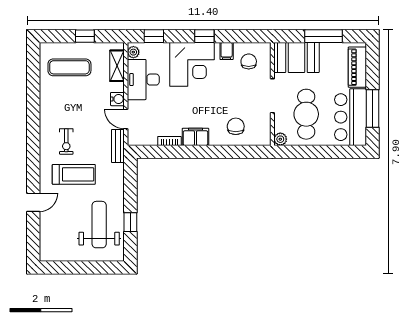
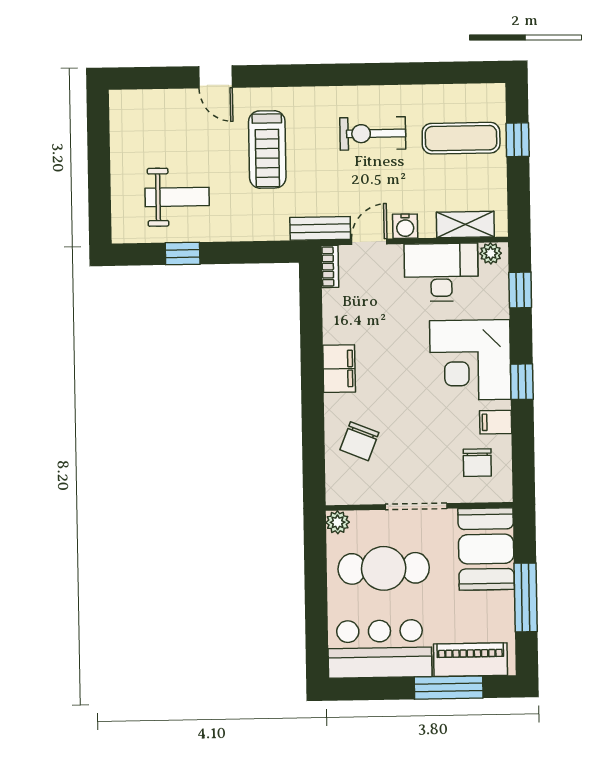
window: (85, 36) -> (518, 140), moved
chair: (249, 61) -> (477, 463), turned 90
exercise mat: (69, 67) -> (461, 138), turned 90
window: (373, 109) -> (449, 688), moved
chair: (236, 126) -> (359, 441), turned 112
exercise bike: (66, 141) -> (373, 133), moved, width x1.38, depth x1.39
bookcase: (169, 141) -> (330, 266), moved
weight bench: (99, 225) -> (177, 197), width x0.73, depth x0.75

